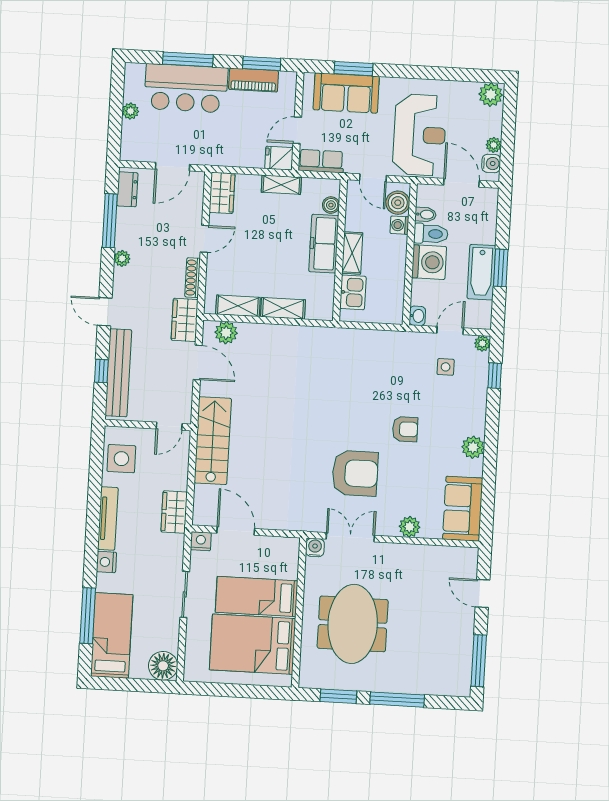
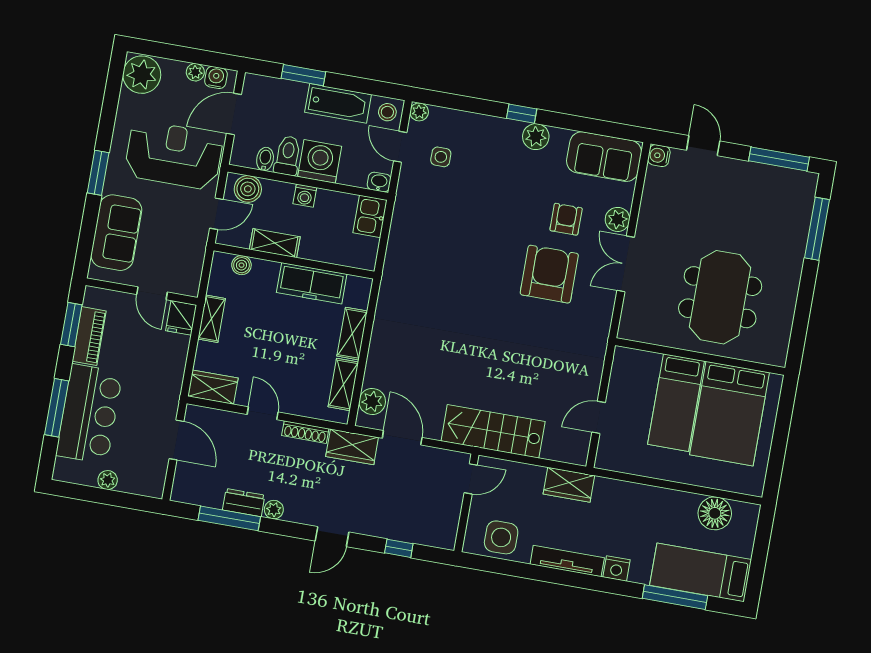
window: (353, 69) -> (98, 173), moved
plant: (491, 95) -> (142, 75), width x1.36, depth x1.36
row of seats: (321, 161) -> (190, 270), removed
dresser: (127, 189) -> (244, 503), moved
washing machine: (399, 225) -> (305, 196), moved
freezer: (324, 244) -> (312, 283), moved
shelving: (352, 253) -> (275, 243), moved
window: (501, 268) -> (303, 75), moved
kitchen sink: (353, 292) -> (370, 216), moved, turned -90
stool: (479, 316) -> (387, 112), added
door: (198, 362) -> (402, 438), hinge flipped
bench: (118, 373) -> (403, 529), removed
window: (495, 376) -> (522, 114), moved
door: (169, 426) -> (471, 479), hinge flipped
armchair: (405, 429) -> (566, 219), moved
door: (236, 531) -> (599, 417), width x0.73
double door: (350, 537) -> (626, 264), moved
nightstand: (201, 541) -> (606, 458), removed
water cooler: (315, 547) -> (659, 156), moved
sliding door: (185, 594) -> (664, 484), removed
door: (483, 594) -> (703, 146), swing flipped
meeting table: (353, 624) -> (720, 297), turned 90
floor lamp: (163, 666) -> (715, 513), moved
window: (338, 696) -> (800, 323), removed
window: (397, 700) -> (817, 229), moved

